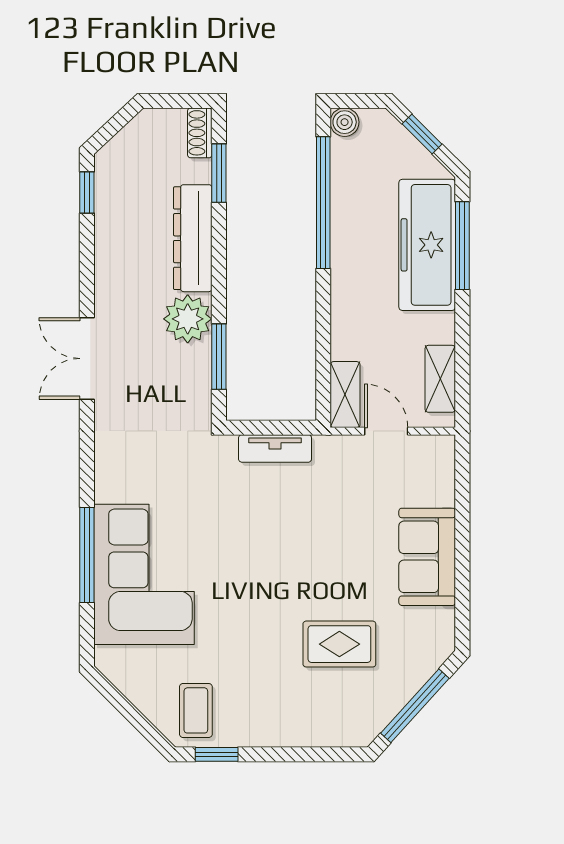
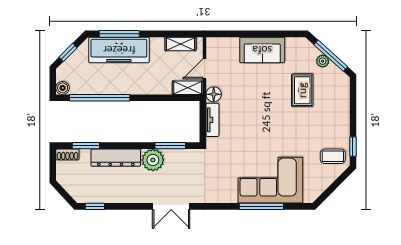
floor lamp: (331, 451) -> (214, 94), added
plant: (403, 688) -> (323, 61), added

